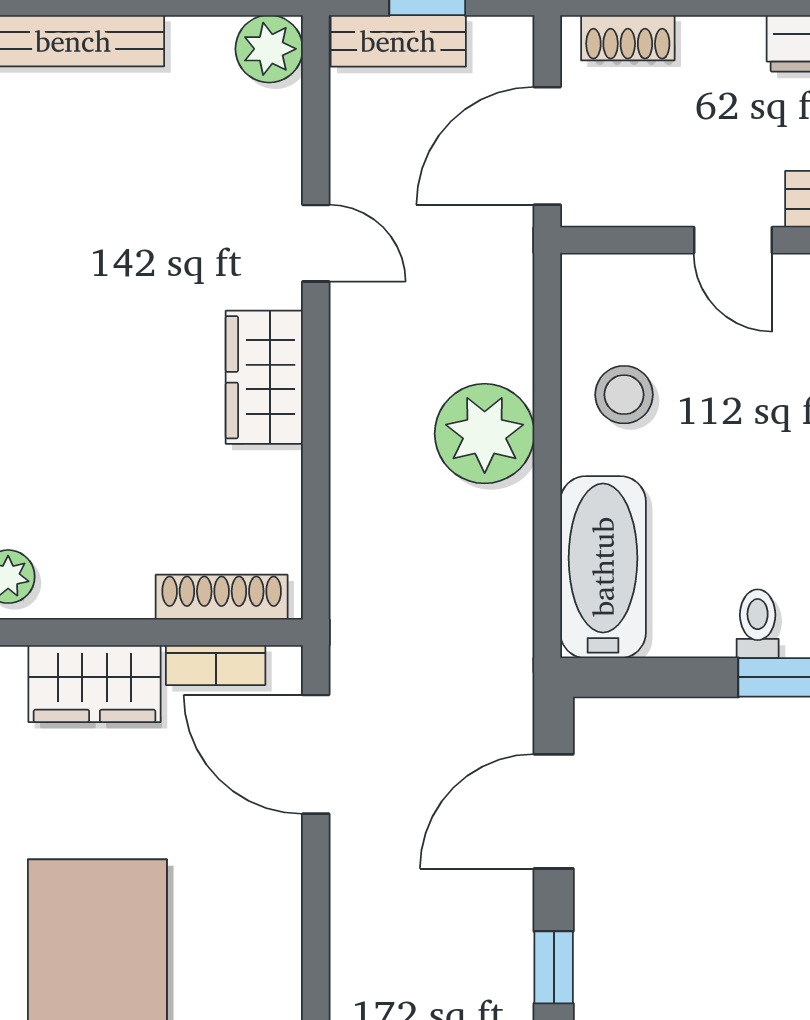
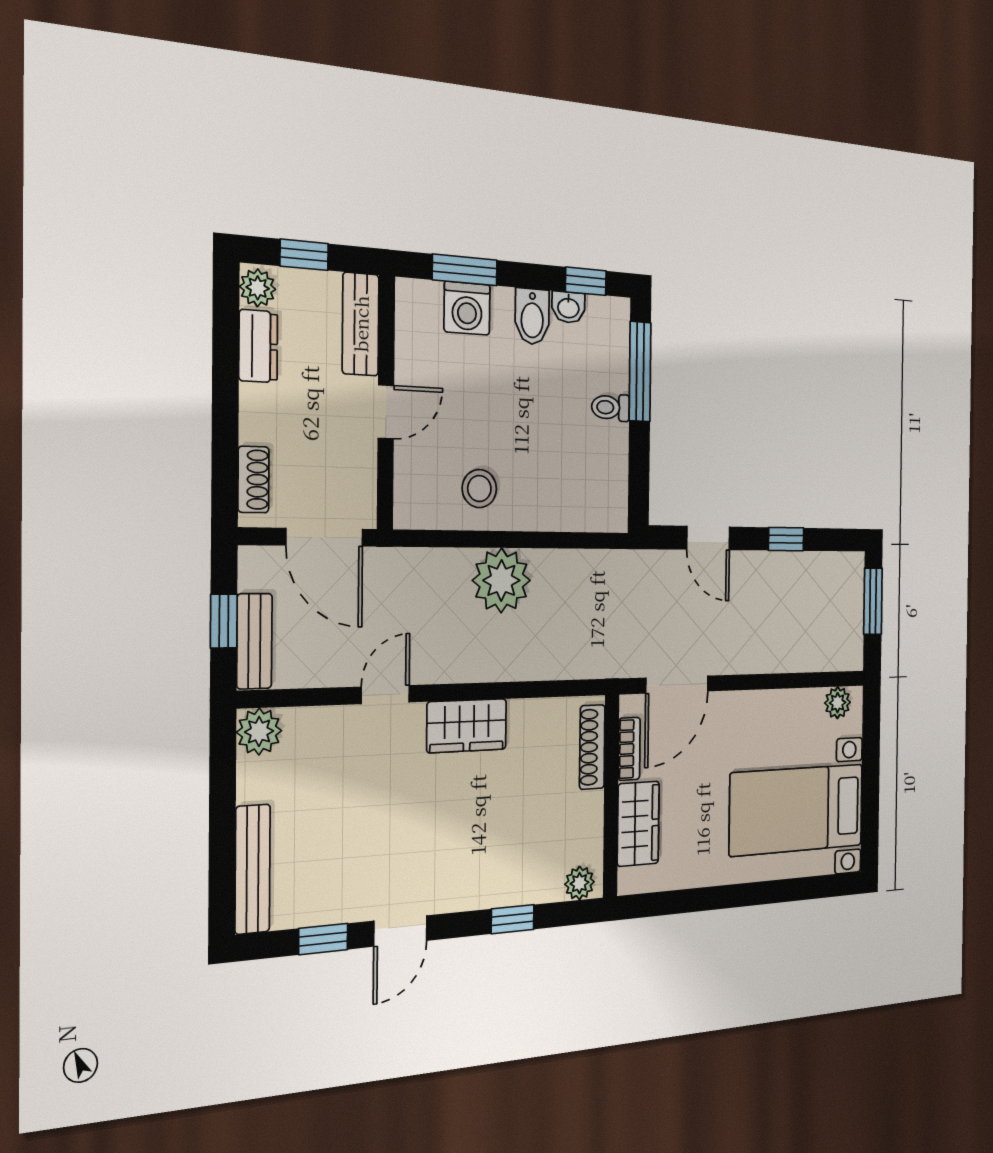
bathtub: (603, 567) -> (578, 505), removed
door: (554, 811) -> (708, 538), width x0.73

